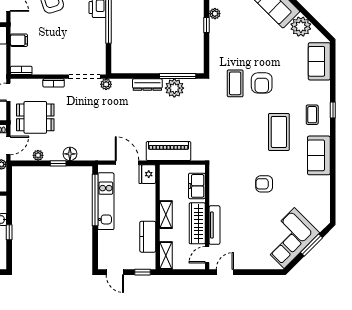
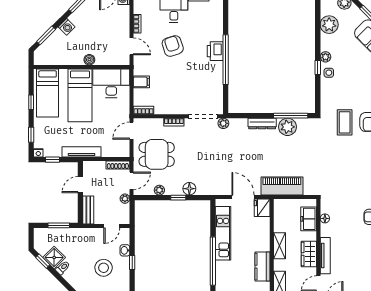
side table: (218, 31) -> (329, 73), added
floor lamp: (214, 186) -> (325, 218), added
window: (95, 200) -> (213, 261), moved
wardrobe: (197, 223) -> (309, 254), width x0.67

